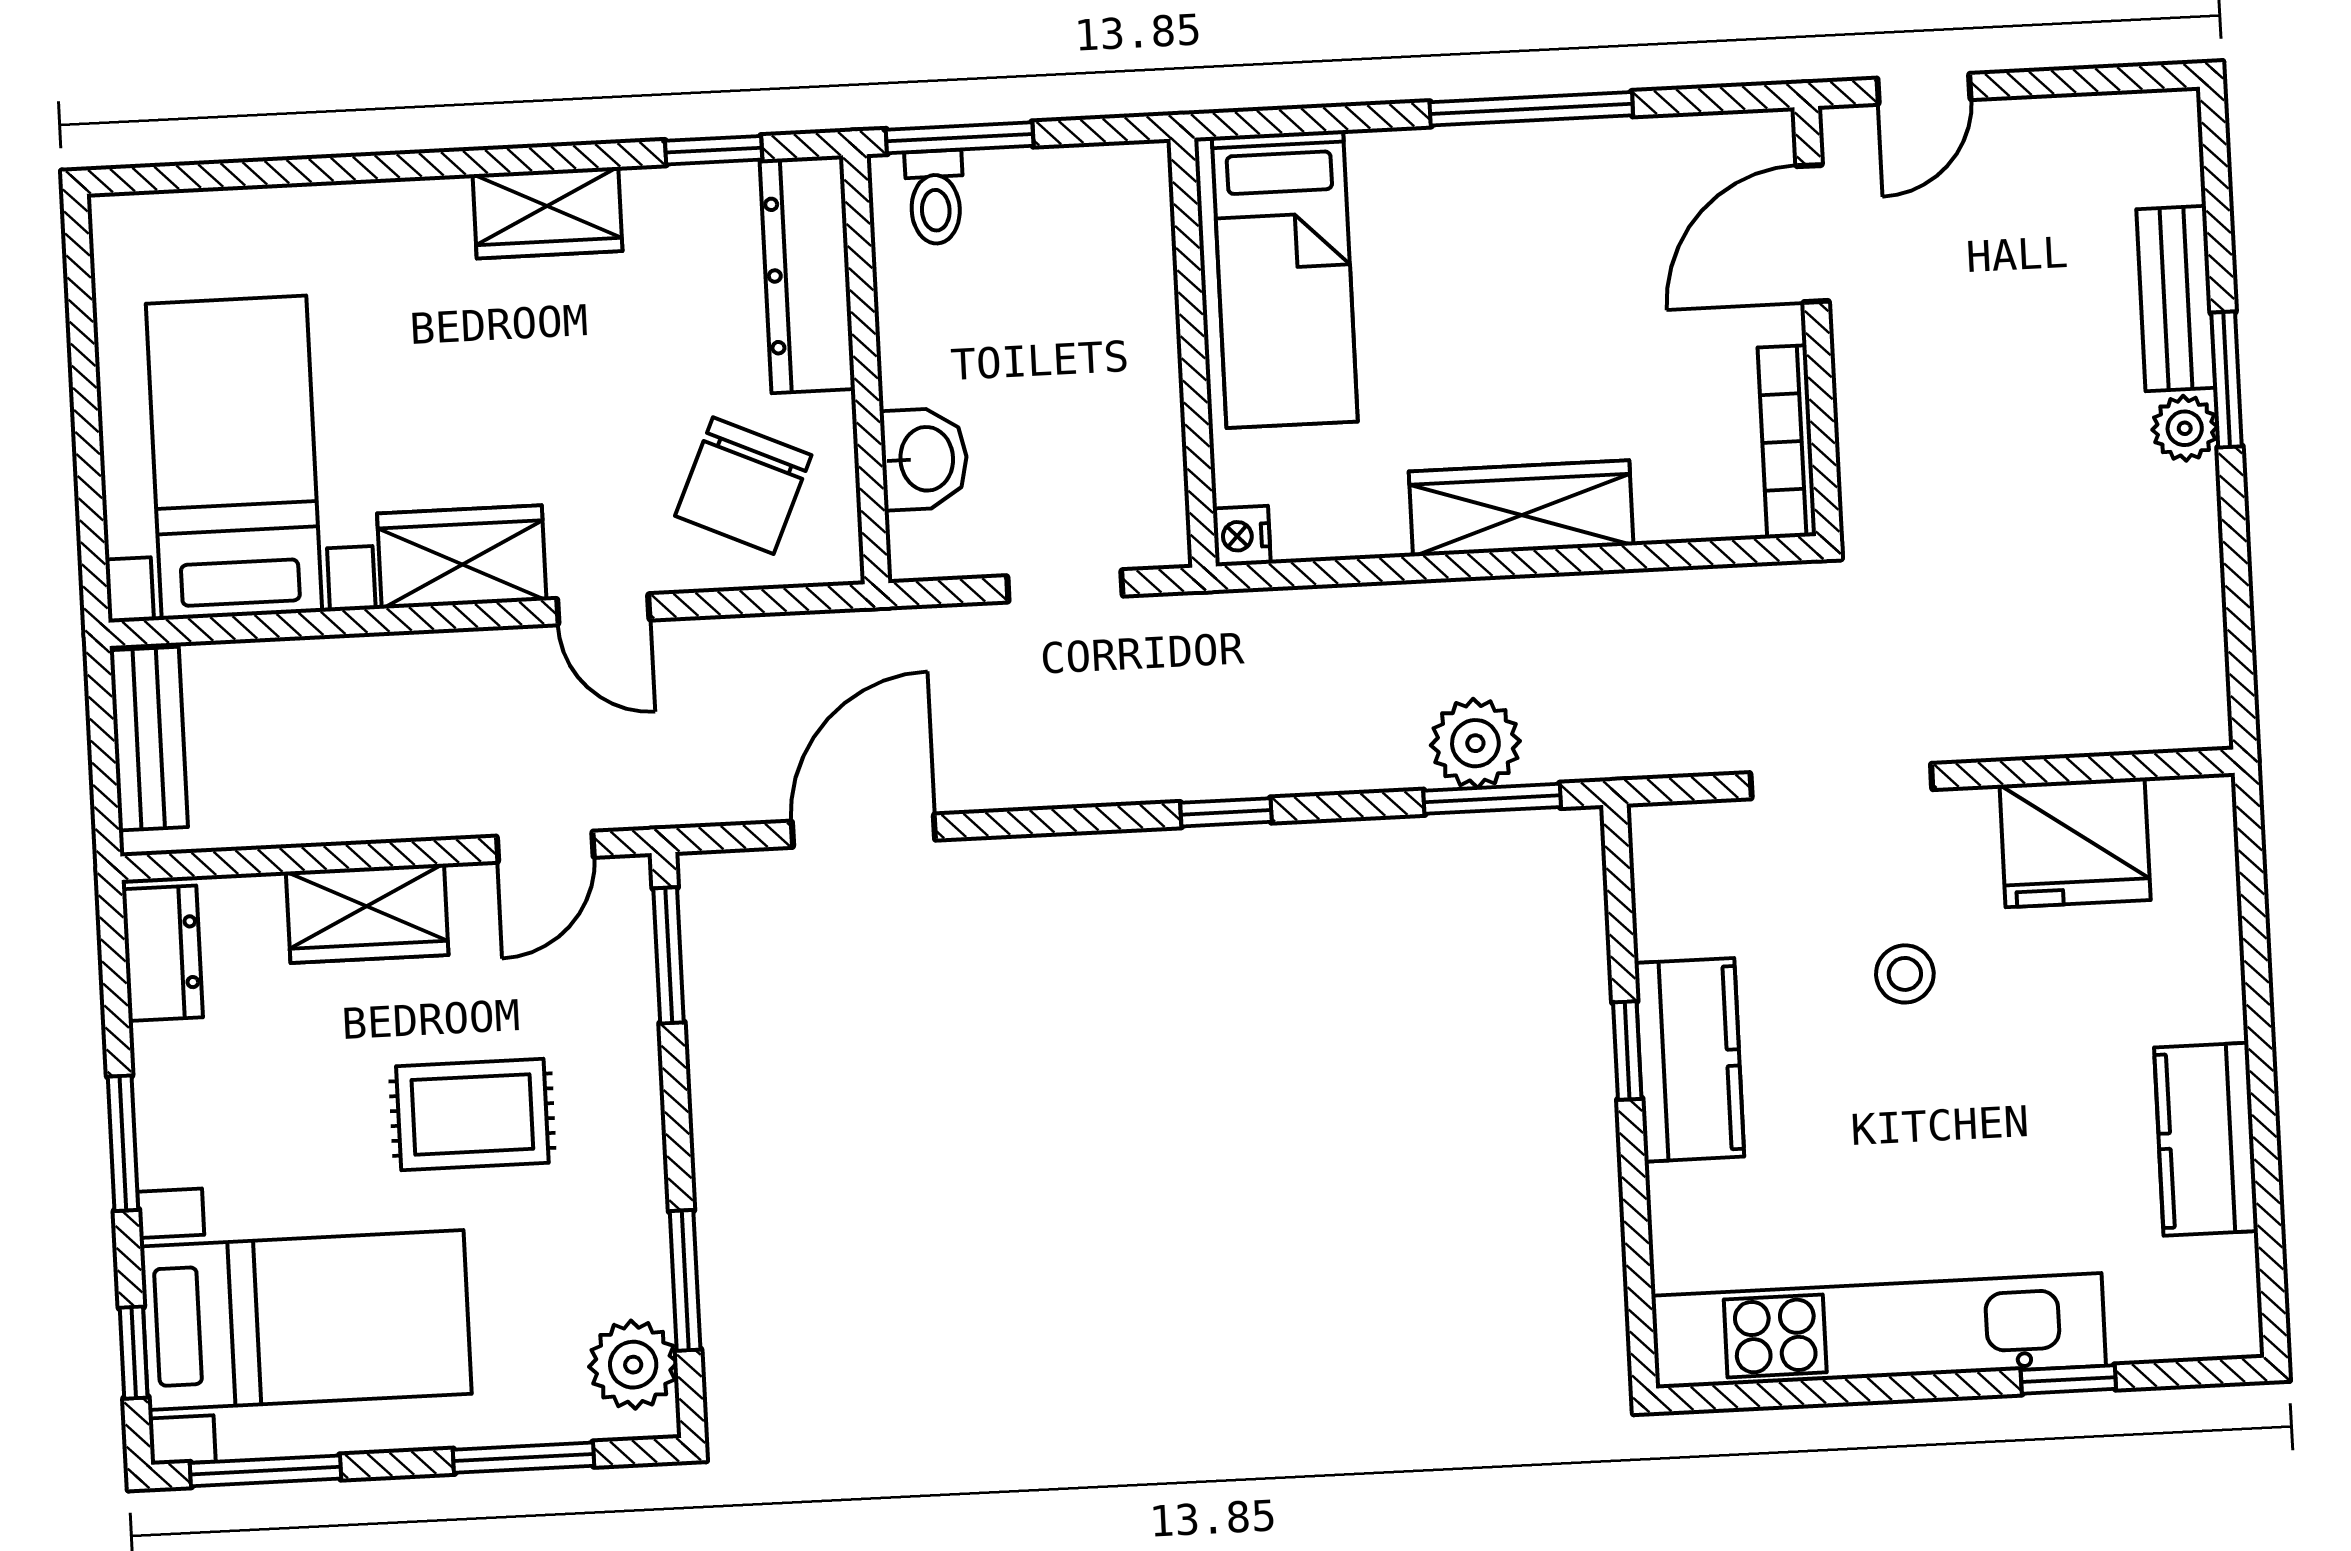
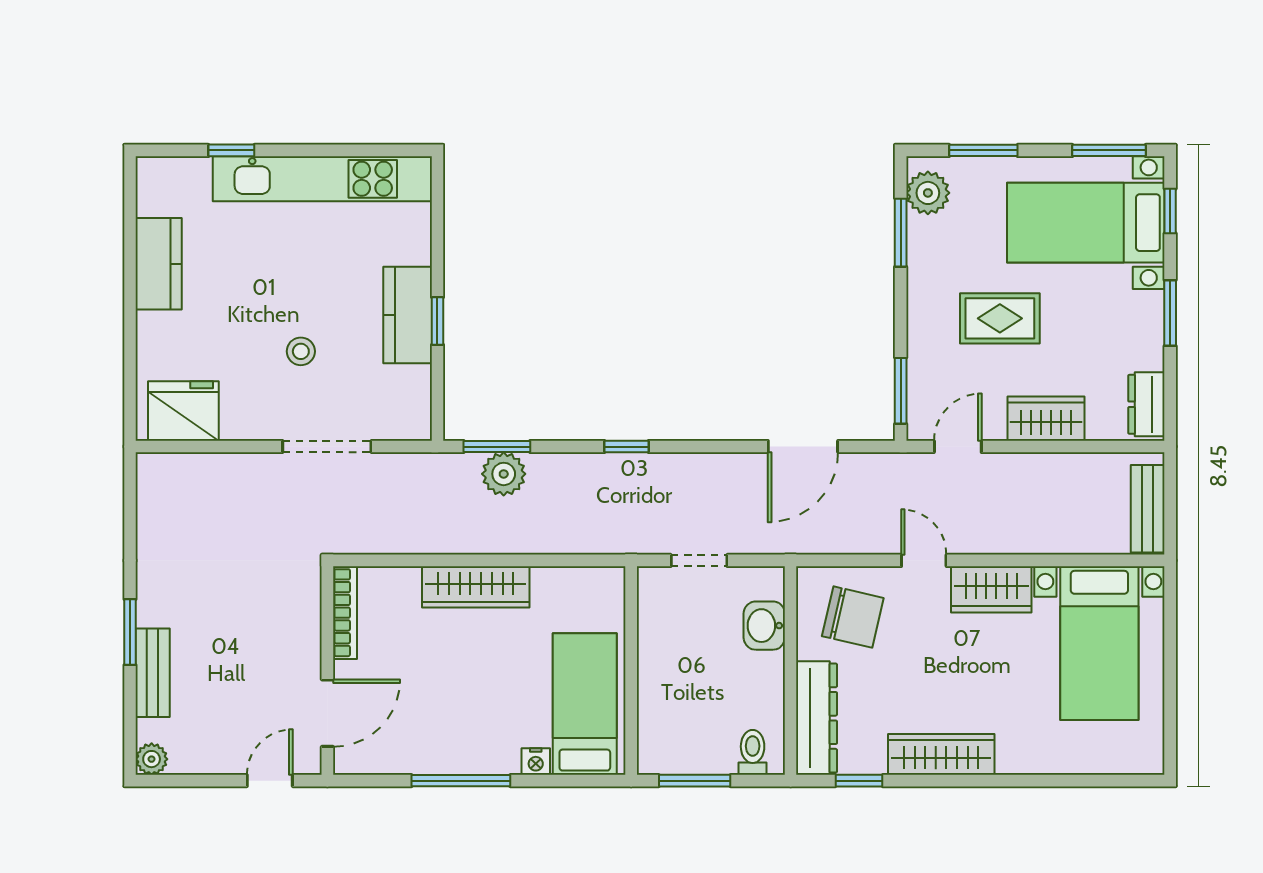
window: (960, 138) -> (695, 781), moved
wardrobe: (547, 213) -> (941, 754), width x1.50
plant: (2185, 428) -> (152, 759), moved
chair: (743, 486) -> (853, 617), turned 79
nightstand: (1242, 536) -> (536, 762), moved, turned 90
fridge: (2075, 842) -> (183, 411), moved

